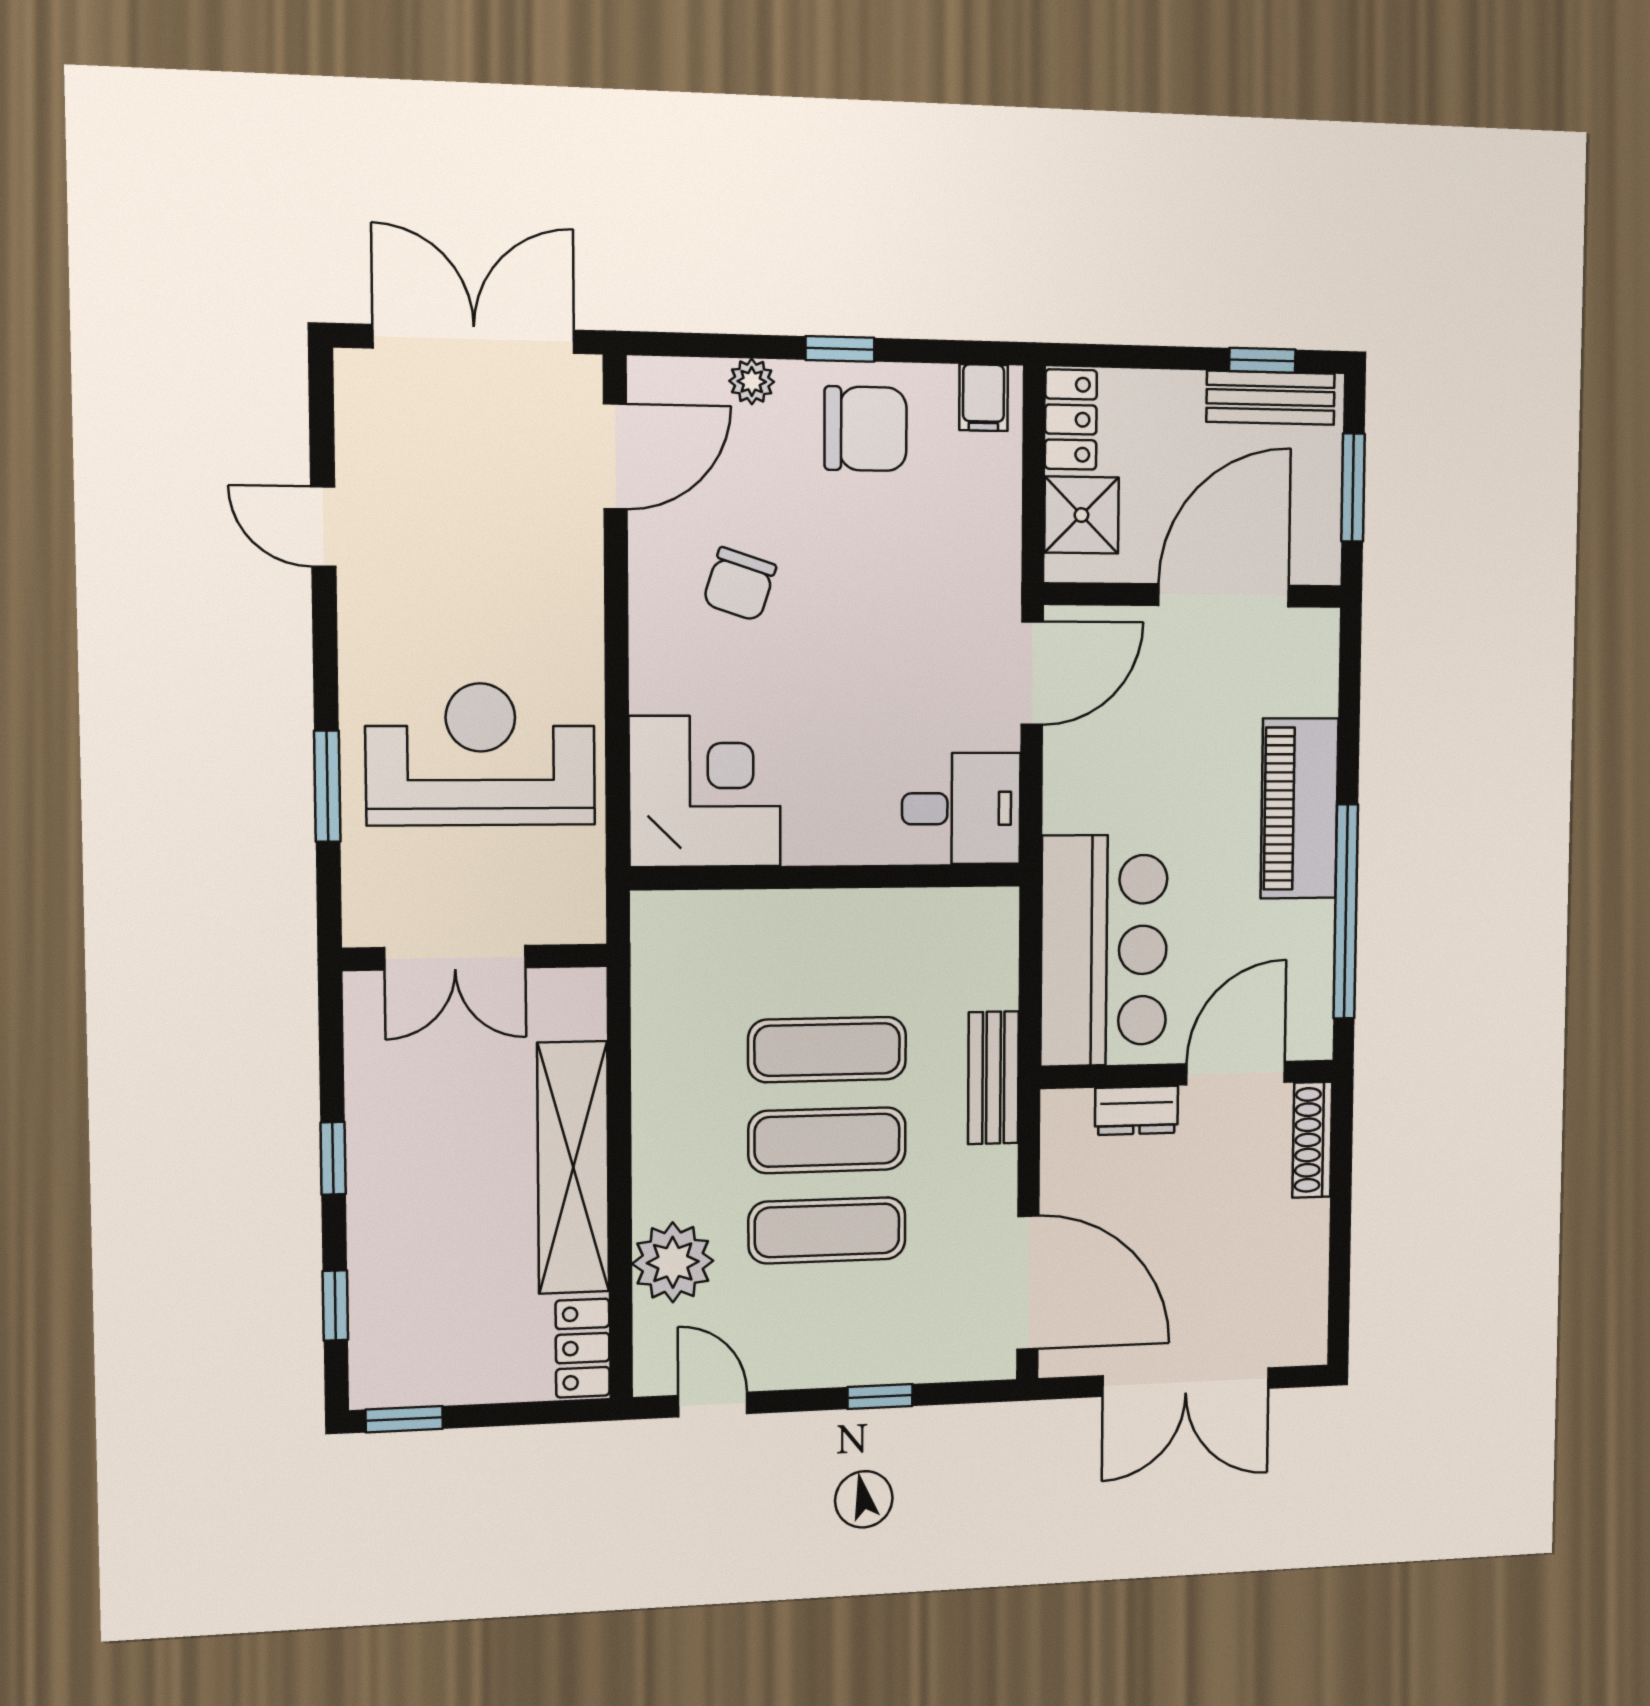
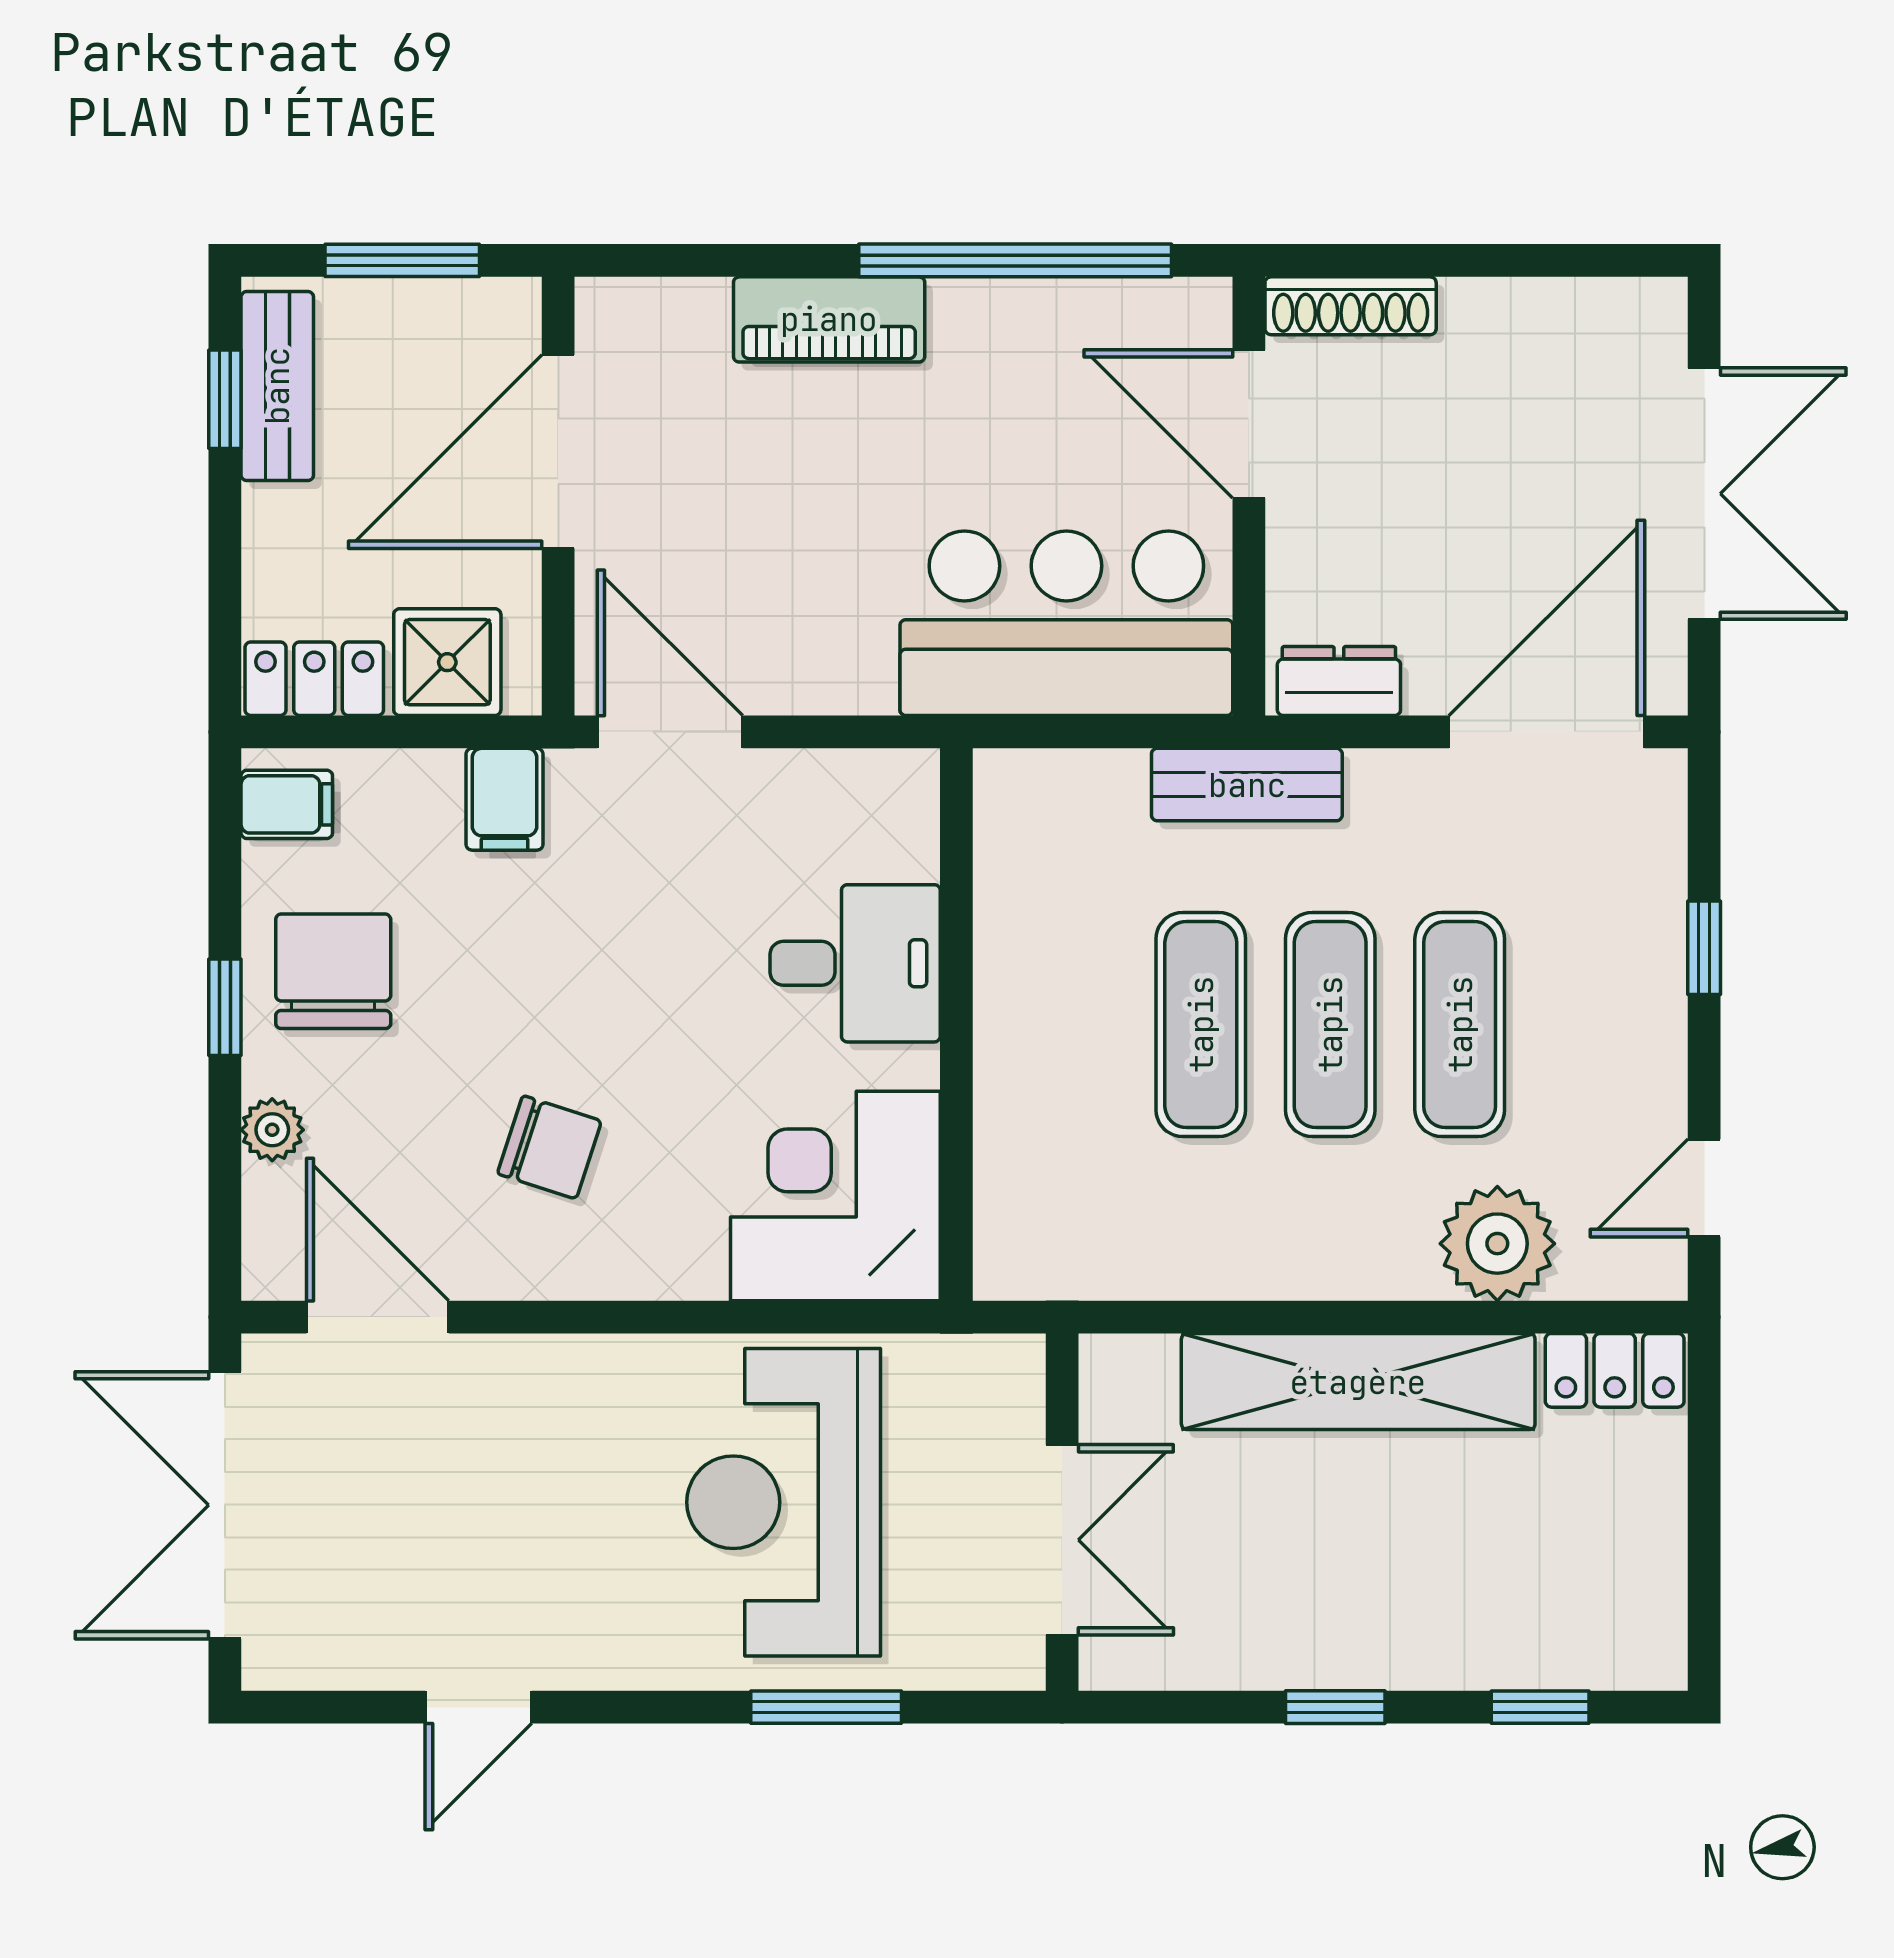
filing cabinet: (986, 555) -> (505, 799), added
door: (1224, 595) -> (558, 452), hinge flipped
piano: (1299, 808) -> (829, 319), width x0.73, depth x0.75
desk: (961, 809) -> (855, 963), moved, turned 90
dresser: (1137, 1110) -> (1339, 681), moved, turned -90
window: (404, 1419) -> (1704, 1616), removed

